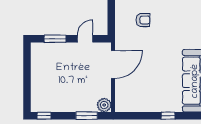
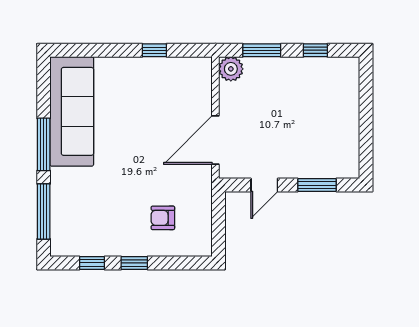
window: (44, 116) -> (315, 50), moved
window: (168, 116) -> (154, 50), moved

